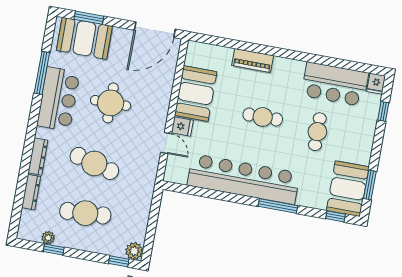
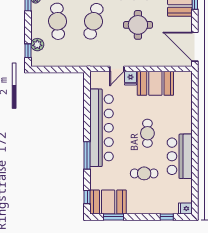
piano: (253, 60) -> (186, 119), removed
bar counter: (335, 84) -> (180, 156), moved
plant: (134, 251) -> (37, 45), moved

